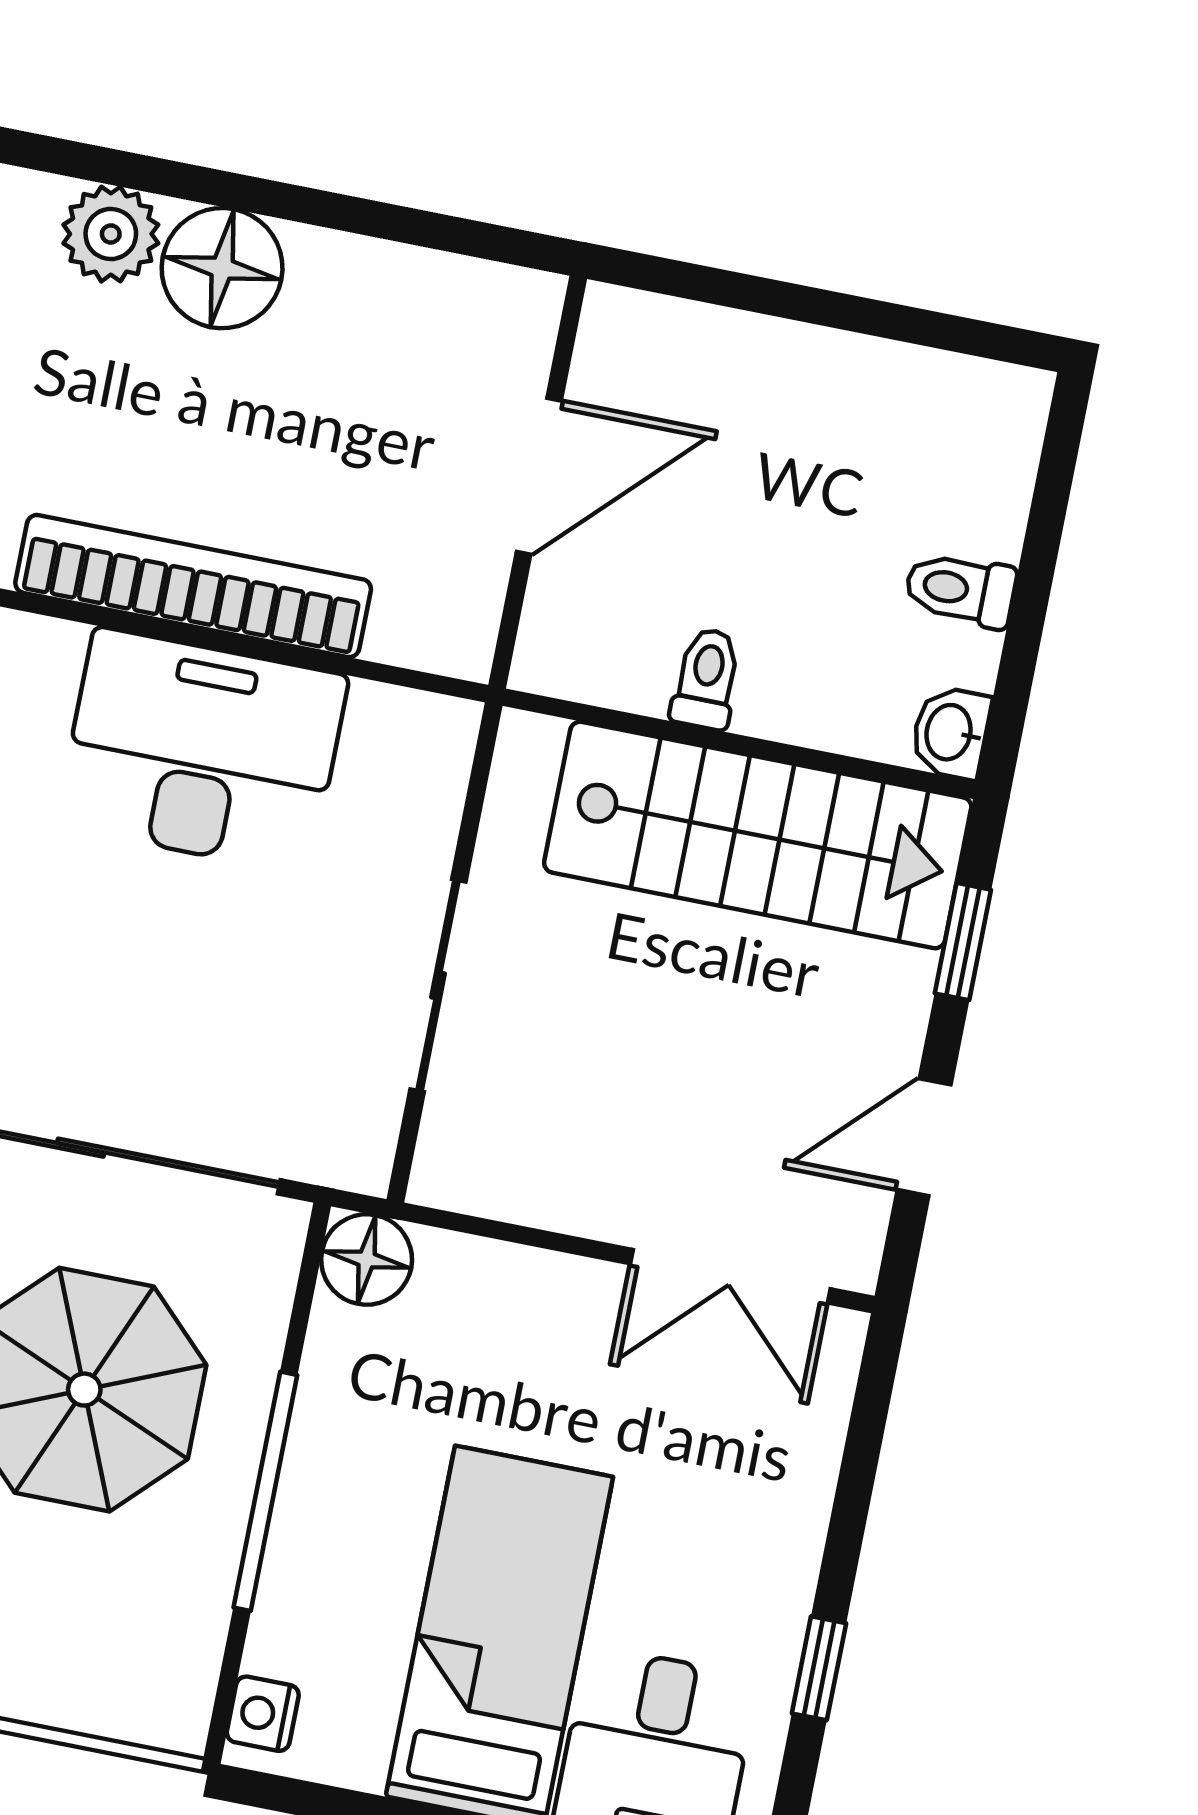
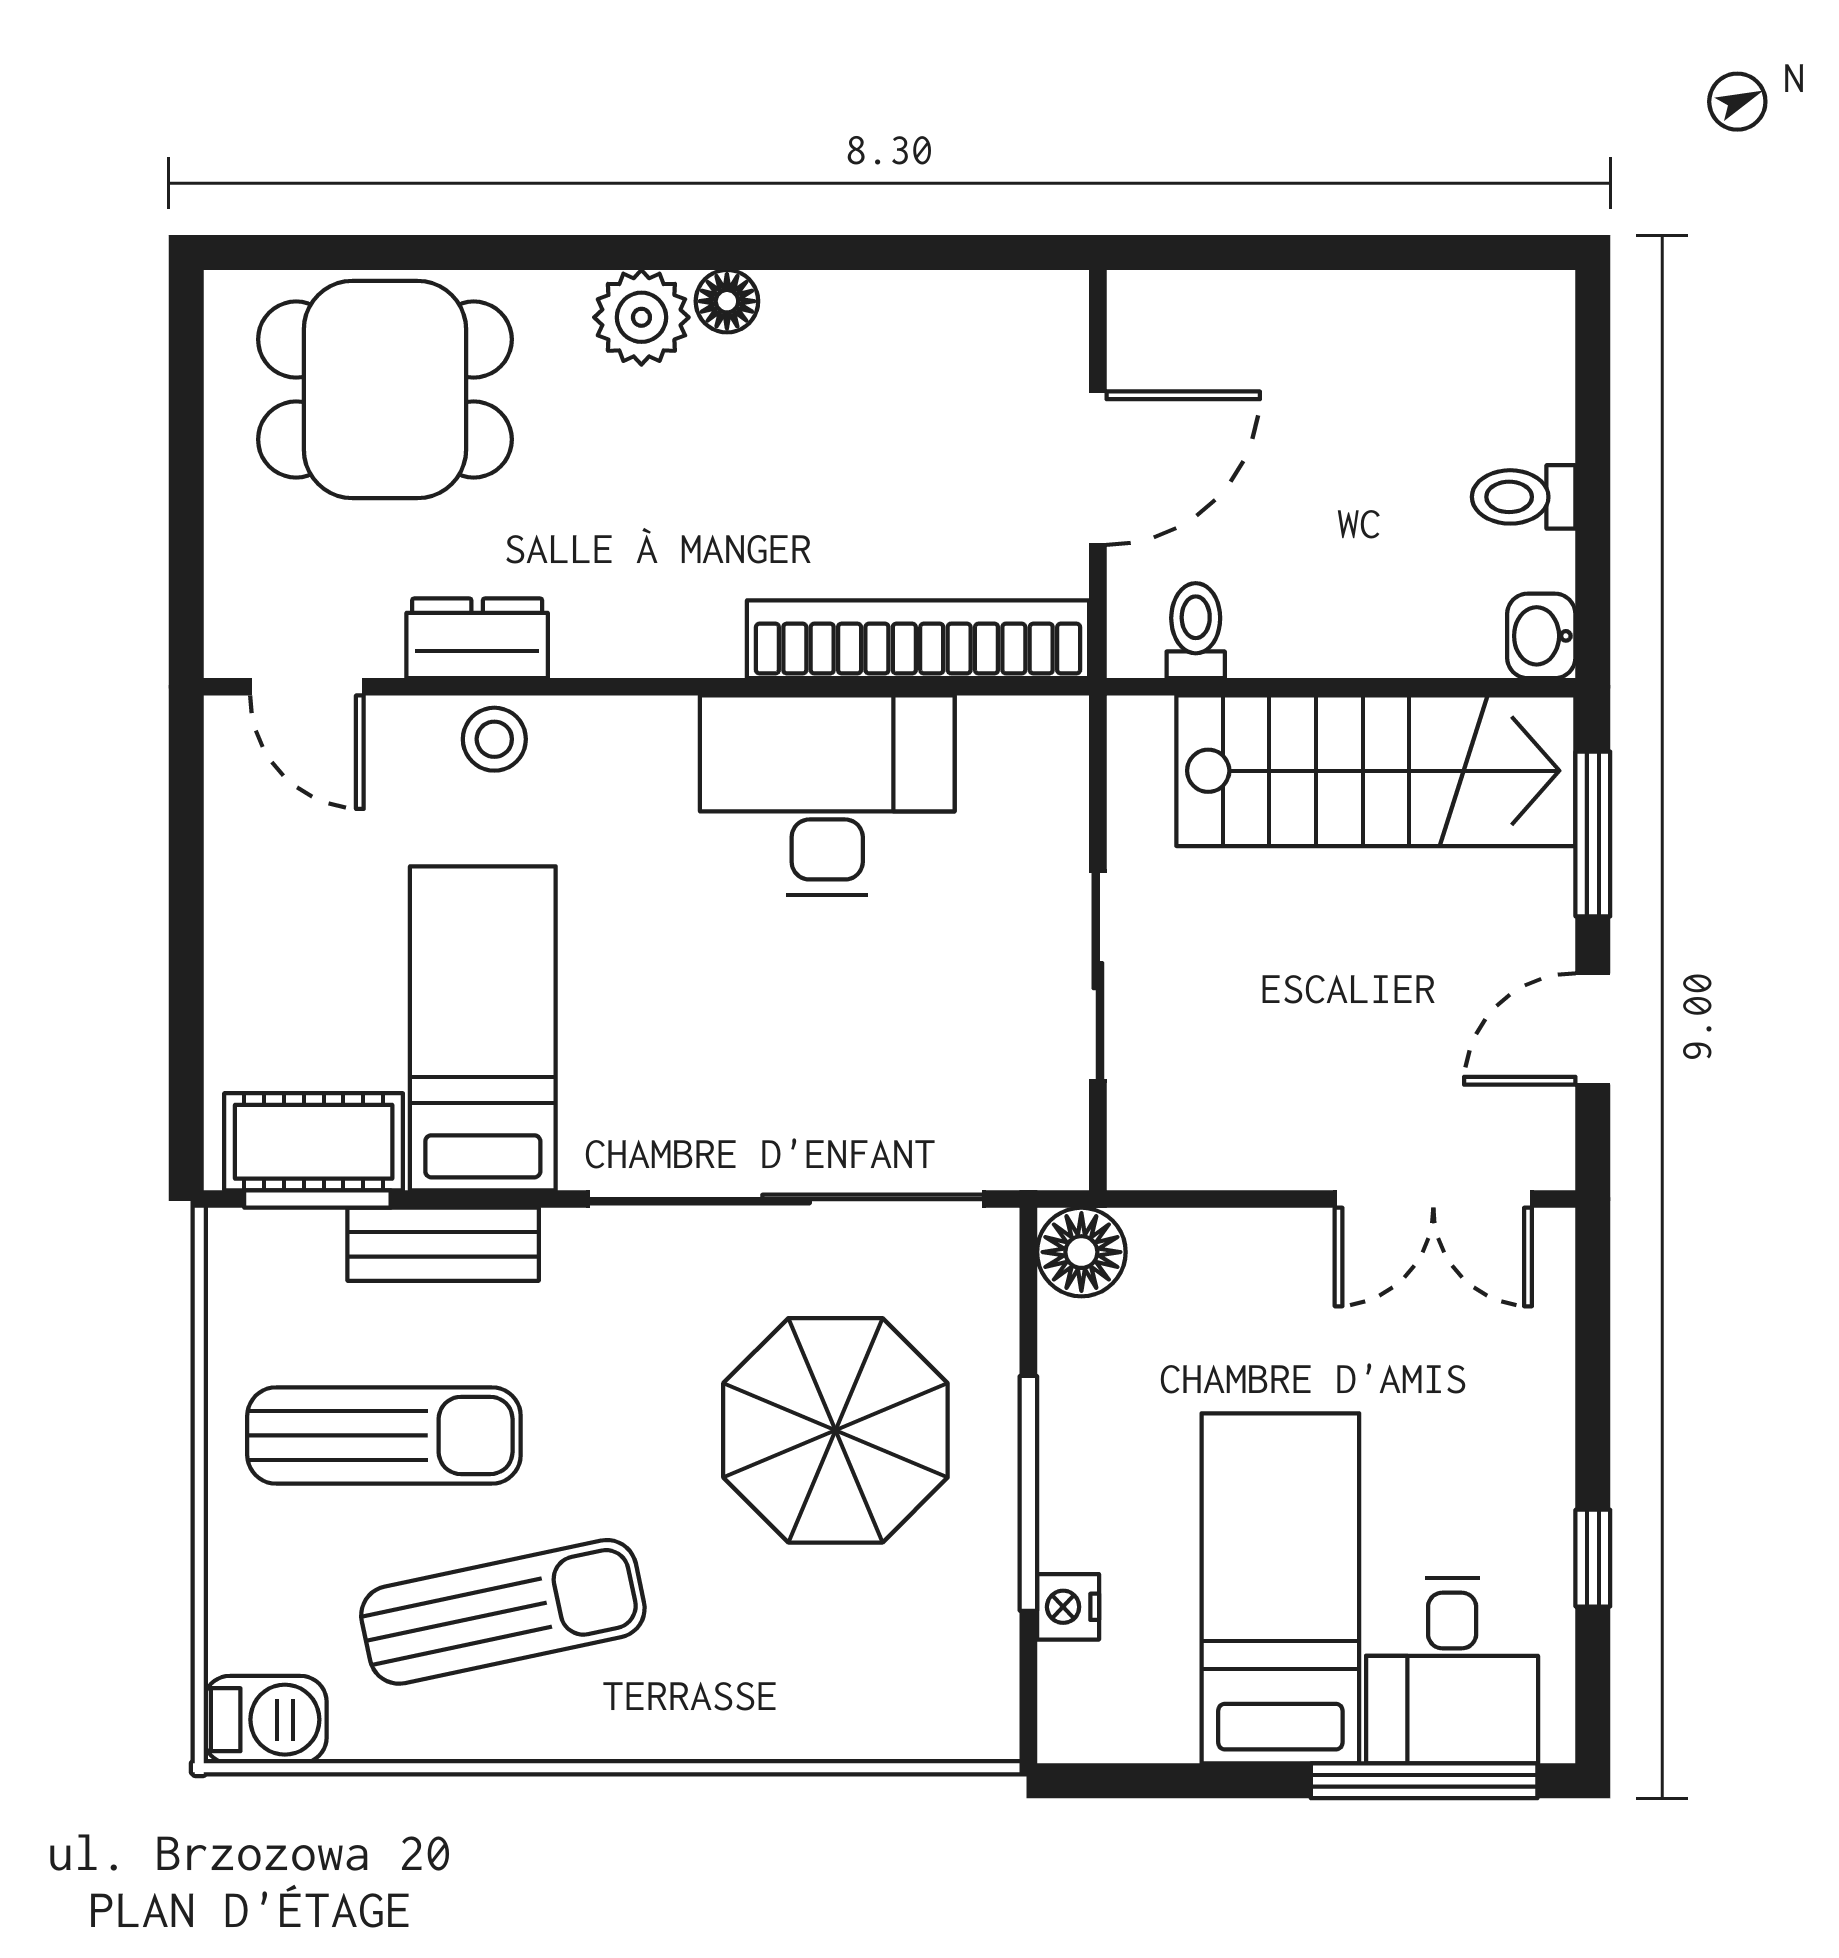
floor lamp: (222, 268) -> (727, 301), width x0.53, depth x0.53
bookcase: (193, 586) -> (918, 639), moved
toilet: (706, 679) -> (1196, 631), moved
window: (963, 942) -> (1593, 834), width x1.50
nightstand: (263, 1714) -> (1068, 1607), moved

